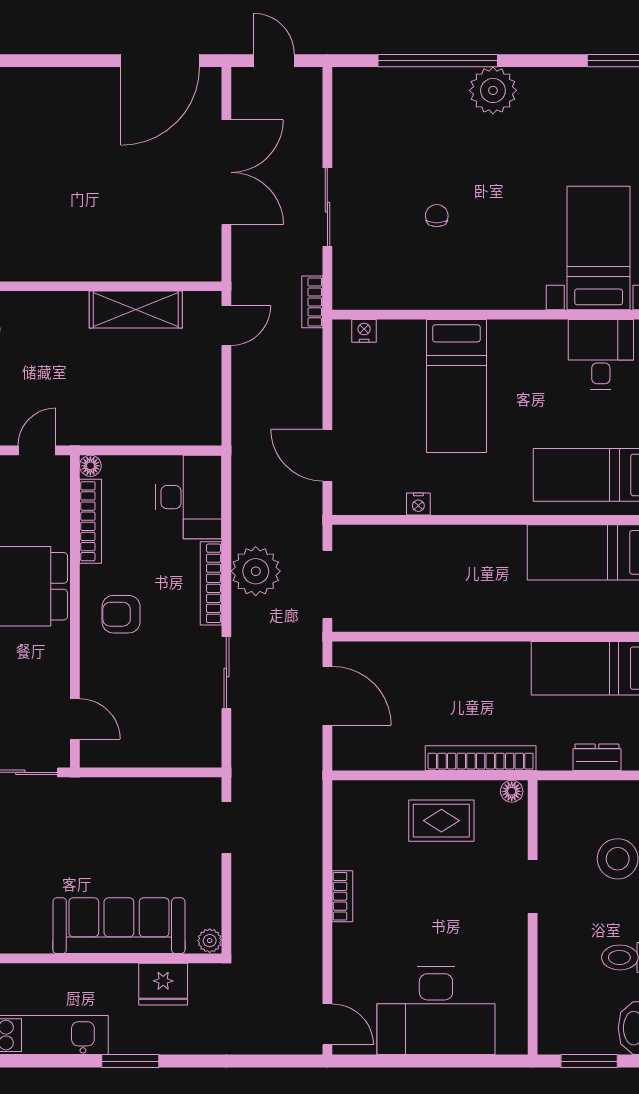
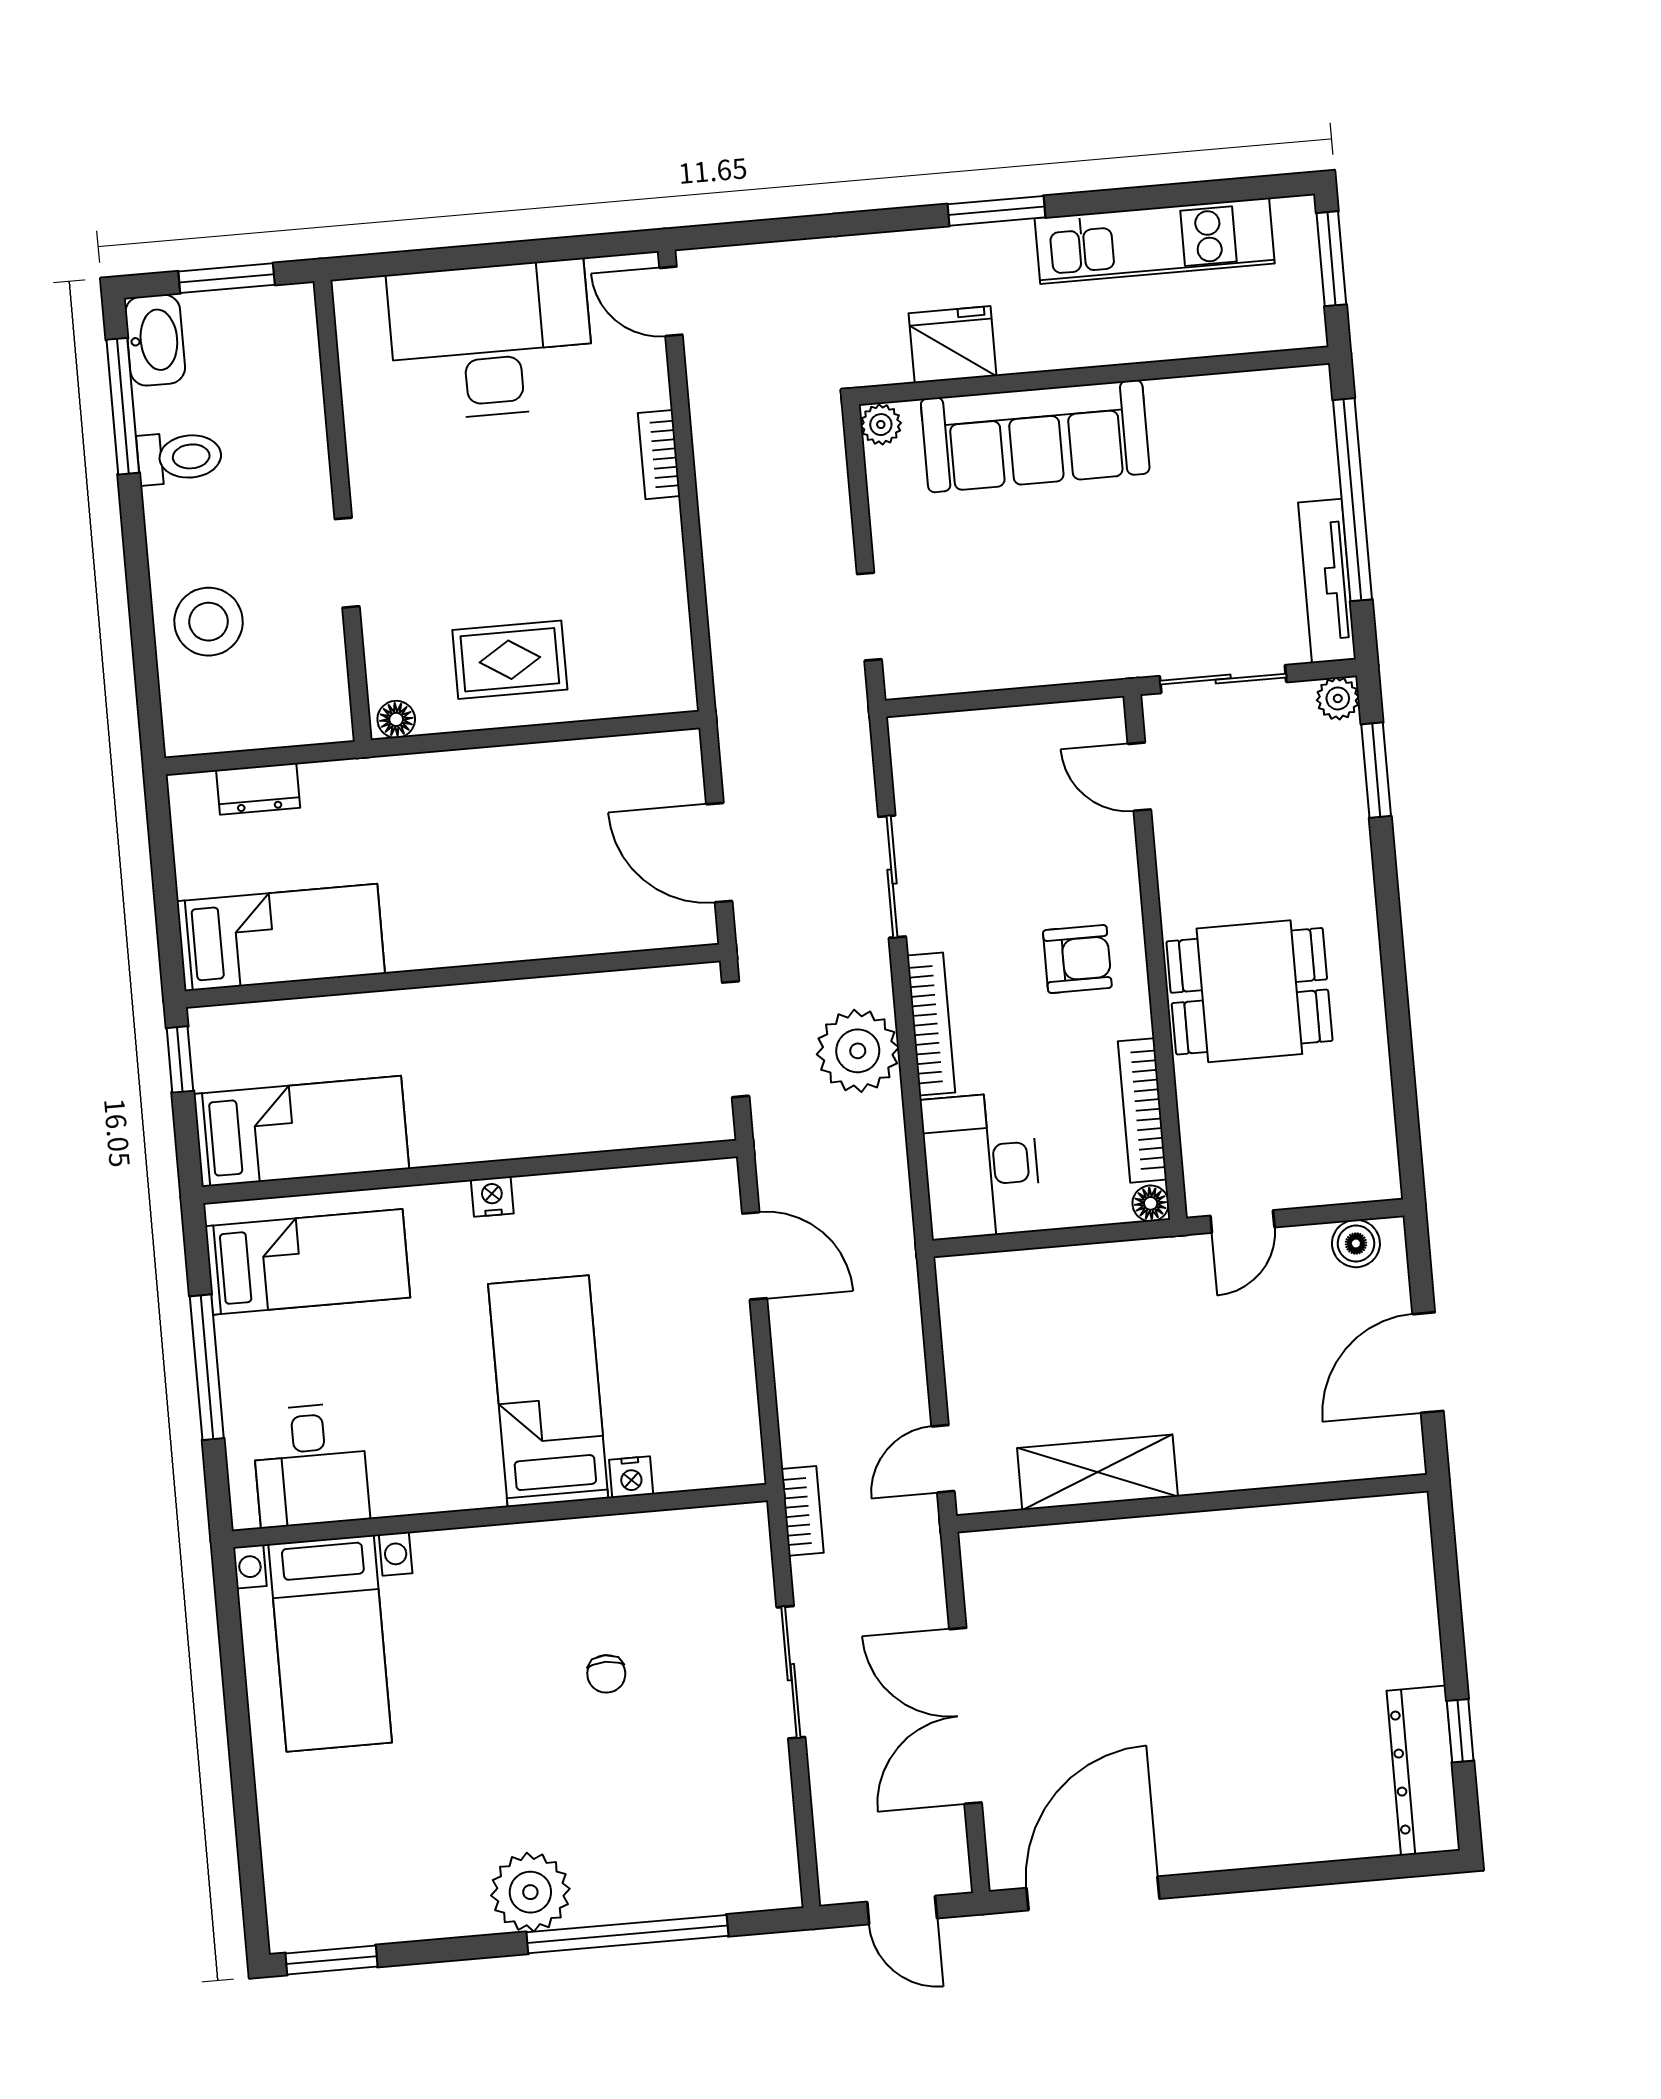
nightstand: (364, 331) -> (631, 1477), moved
nightstand: (418, 504) -> (492, 1197), moved
bookcase: (481, 758) -> (453, 770), removed
bookcase: (342, 896) -> (659, 455), moved

